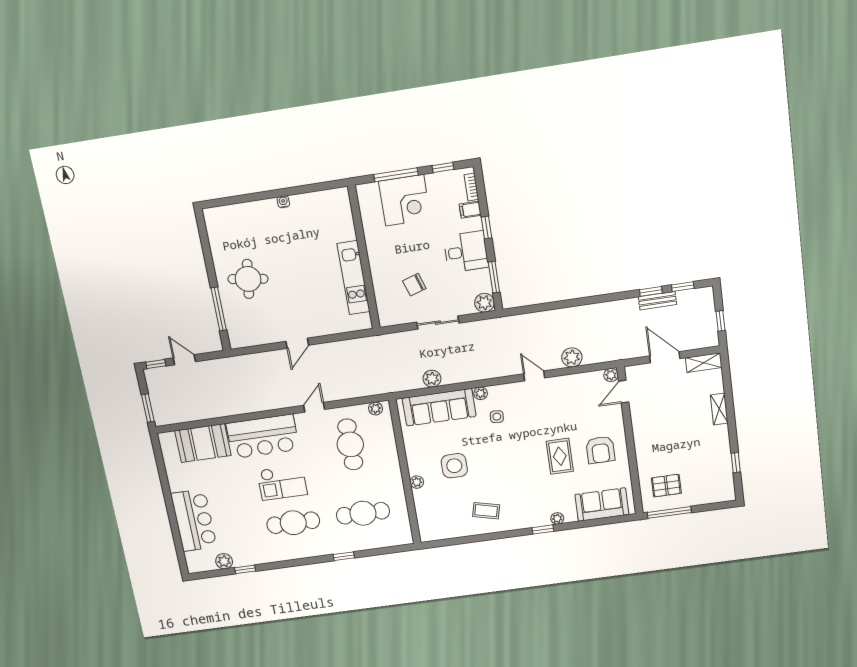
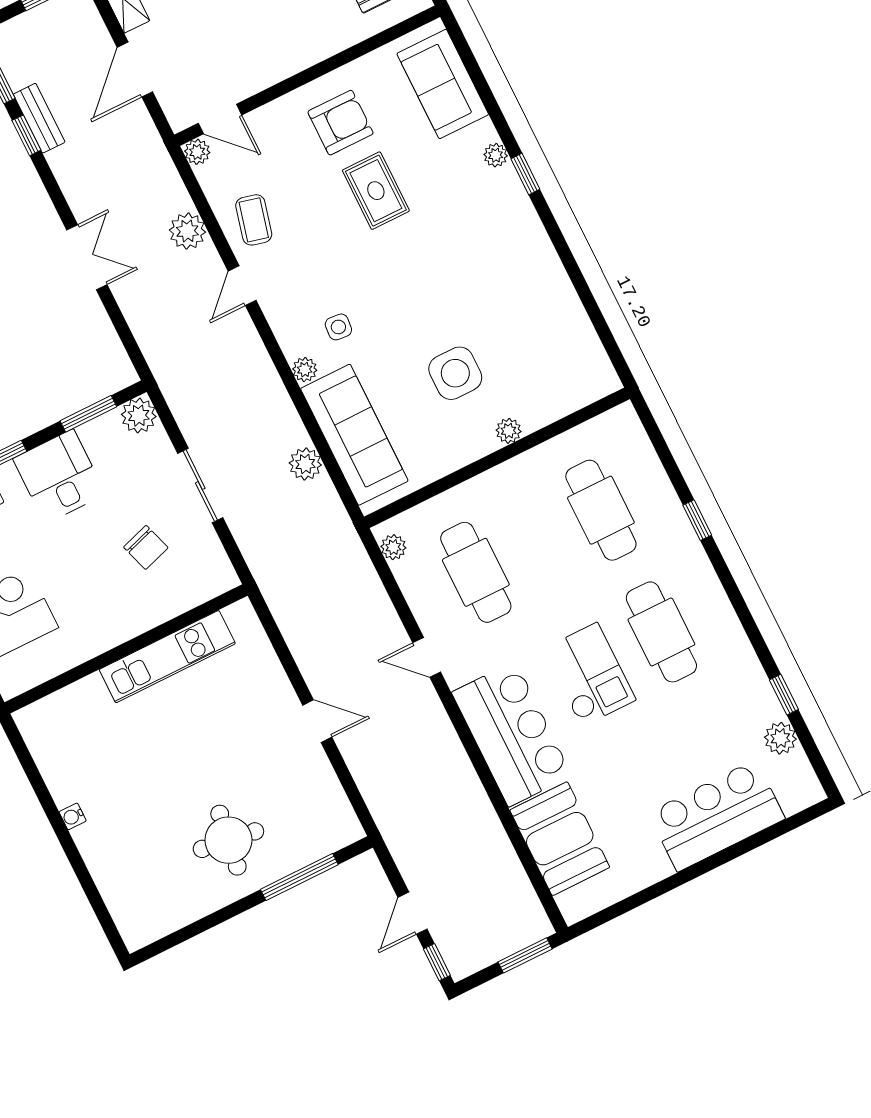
double door: (576, 302) -> (87, 257), added
cafe table: (350, 444) -> (476, 572), turned 90
rug: (560, 456) -> (376, 191), turned 90
coffee table: (486, 511) -> (254, 220), moved

